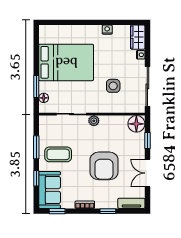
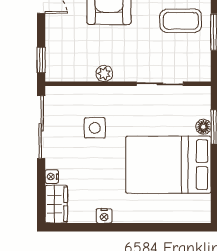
floor lamp: (44, 98) -> (203, 127), moved
plant: (94, 121) -> (104, 73), moved
floor lamp: (136, 124) -> (58, 69), removed
window: (147, 141) -> (41, 60), moved

